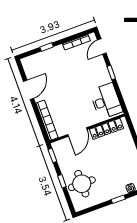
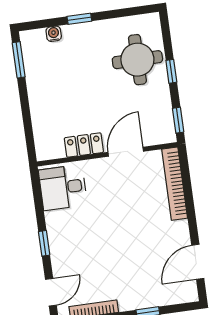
door: (29, 90) -> (198, 262), moved
desk: (106, 101) -> (63, 187), width x0.73
locker: (106, 129) -> (84, 145), width x0.66

